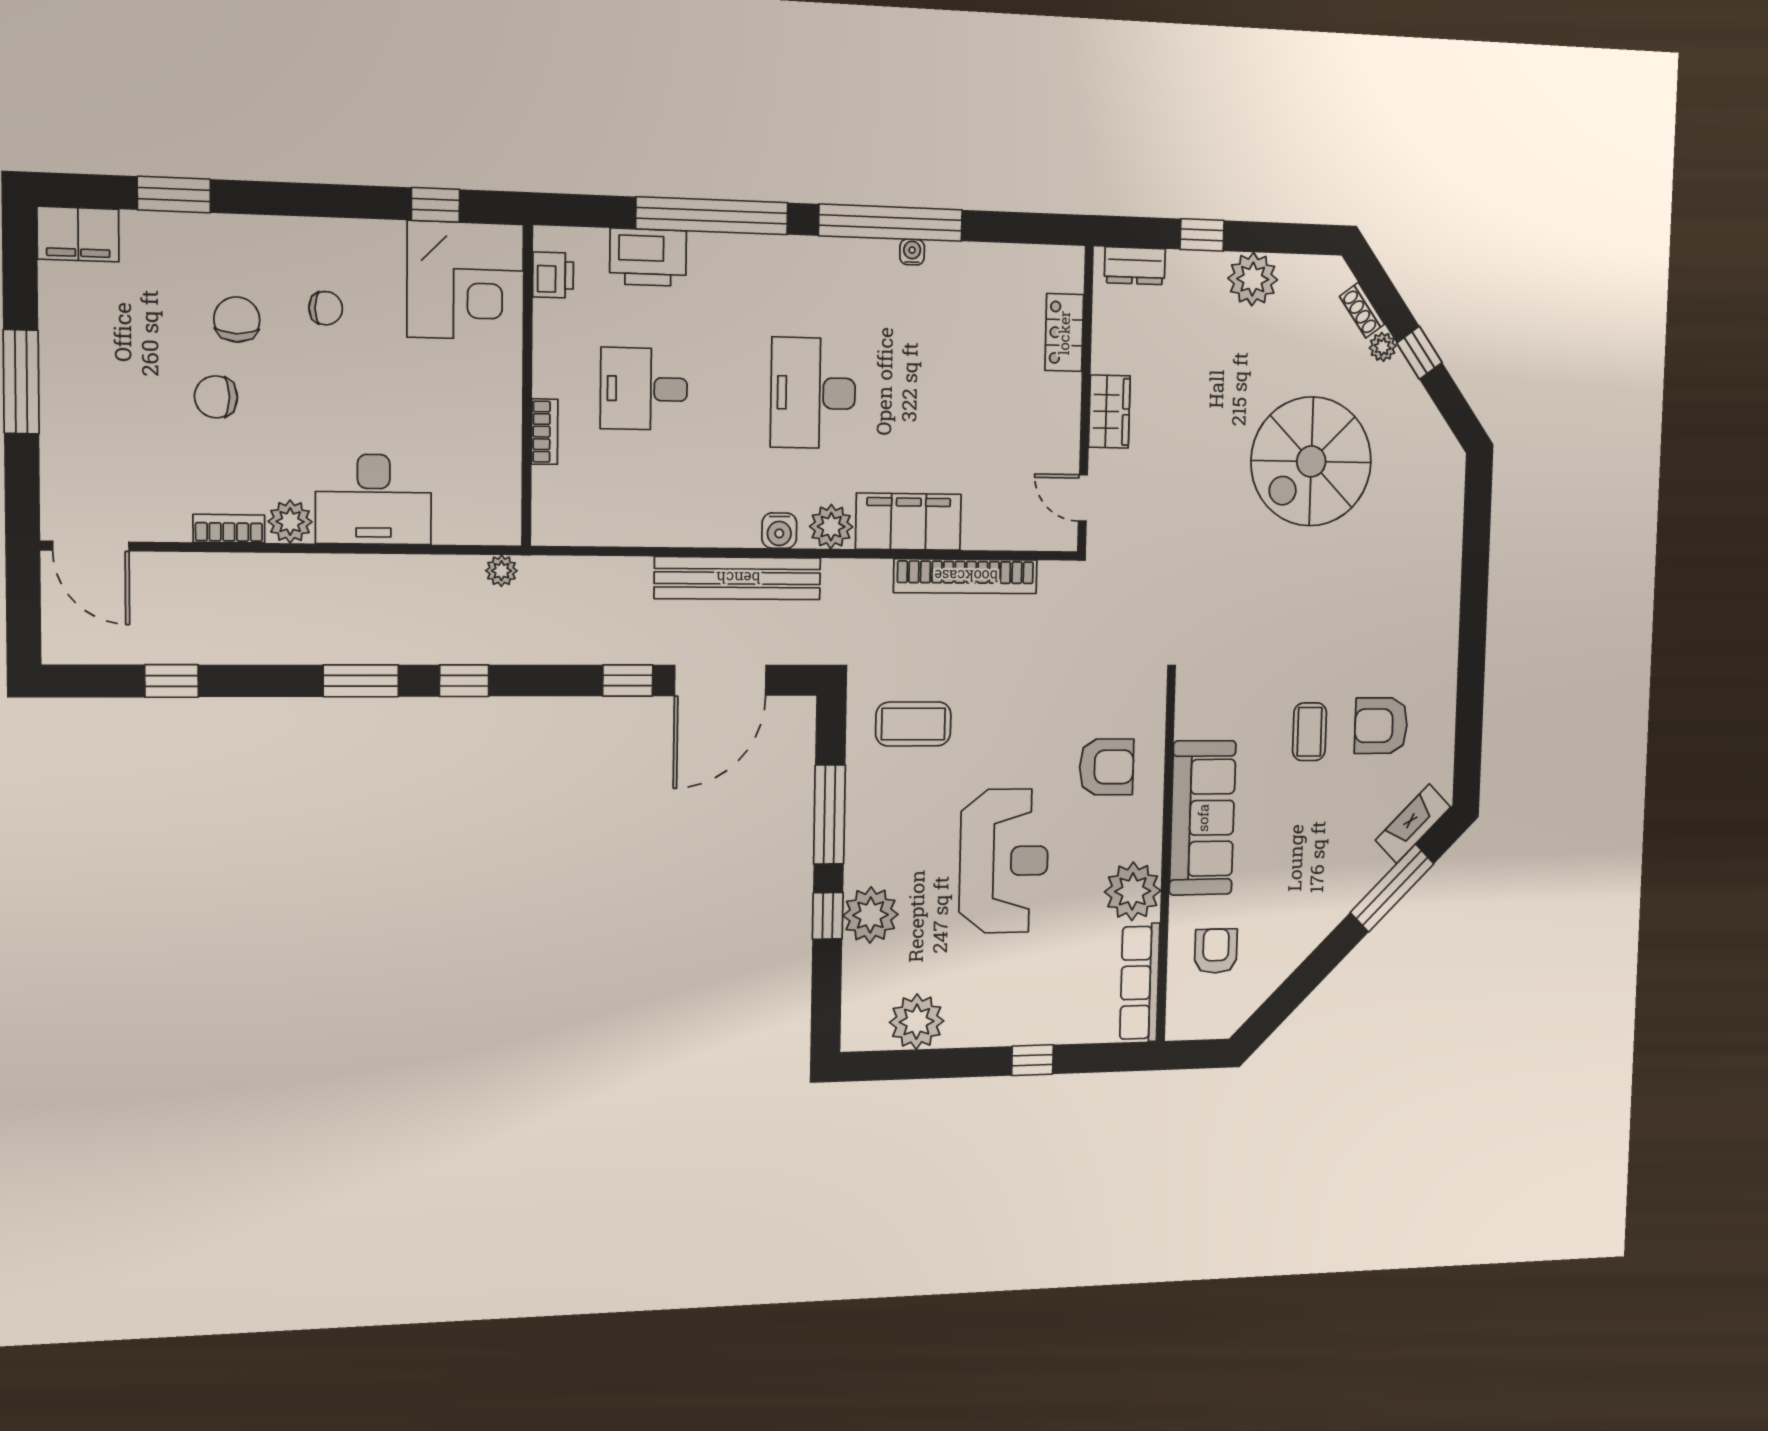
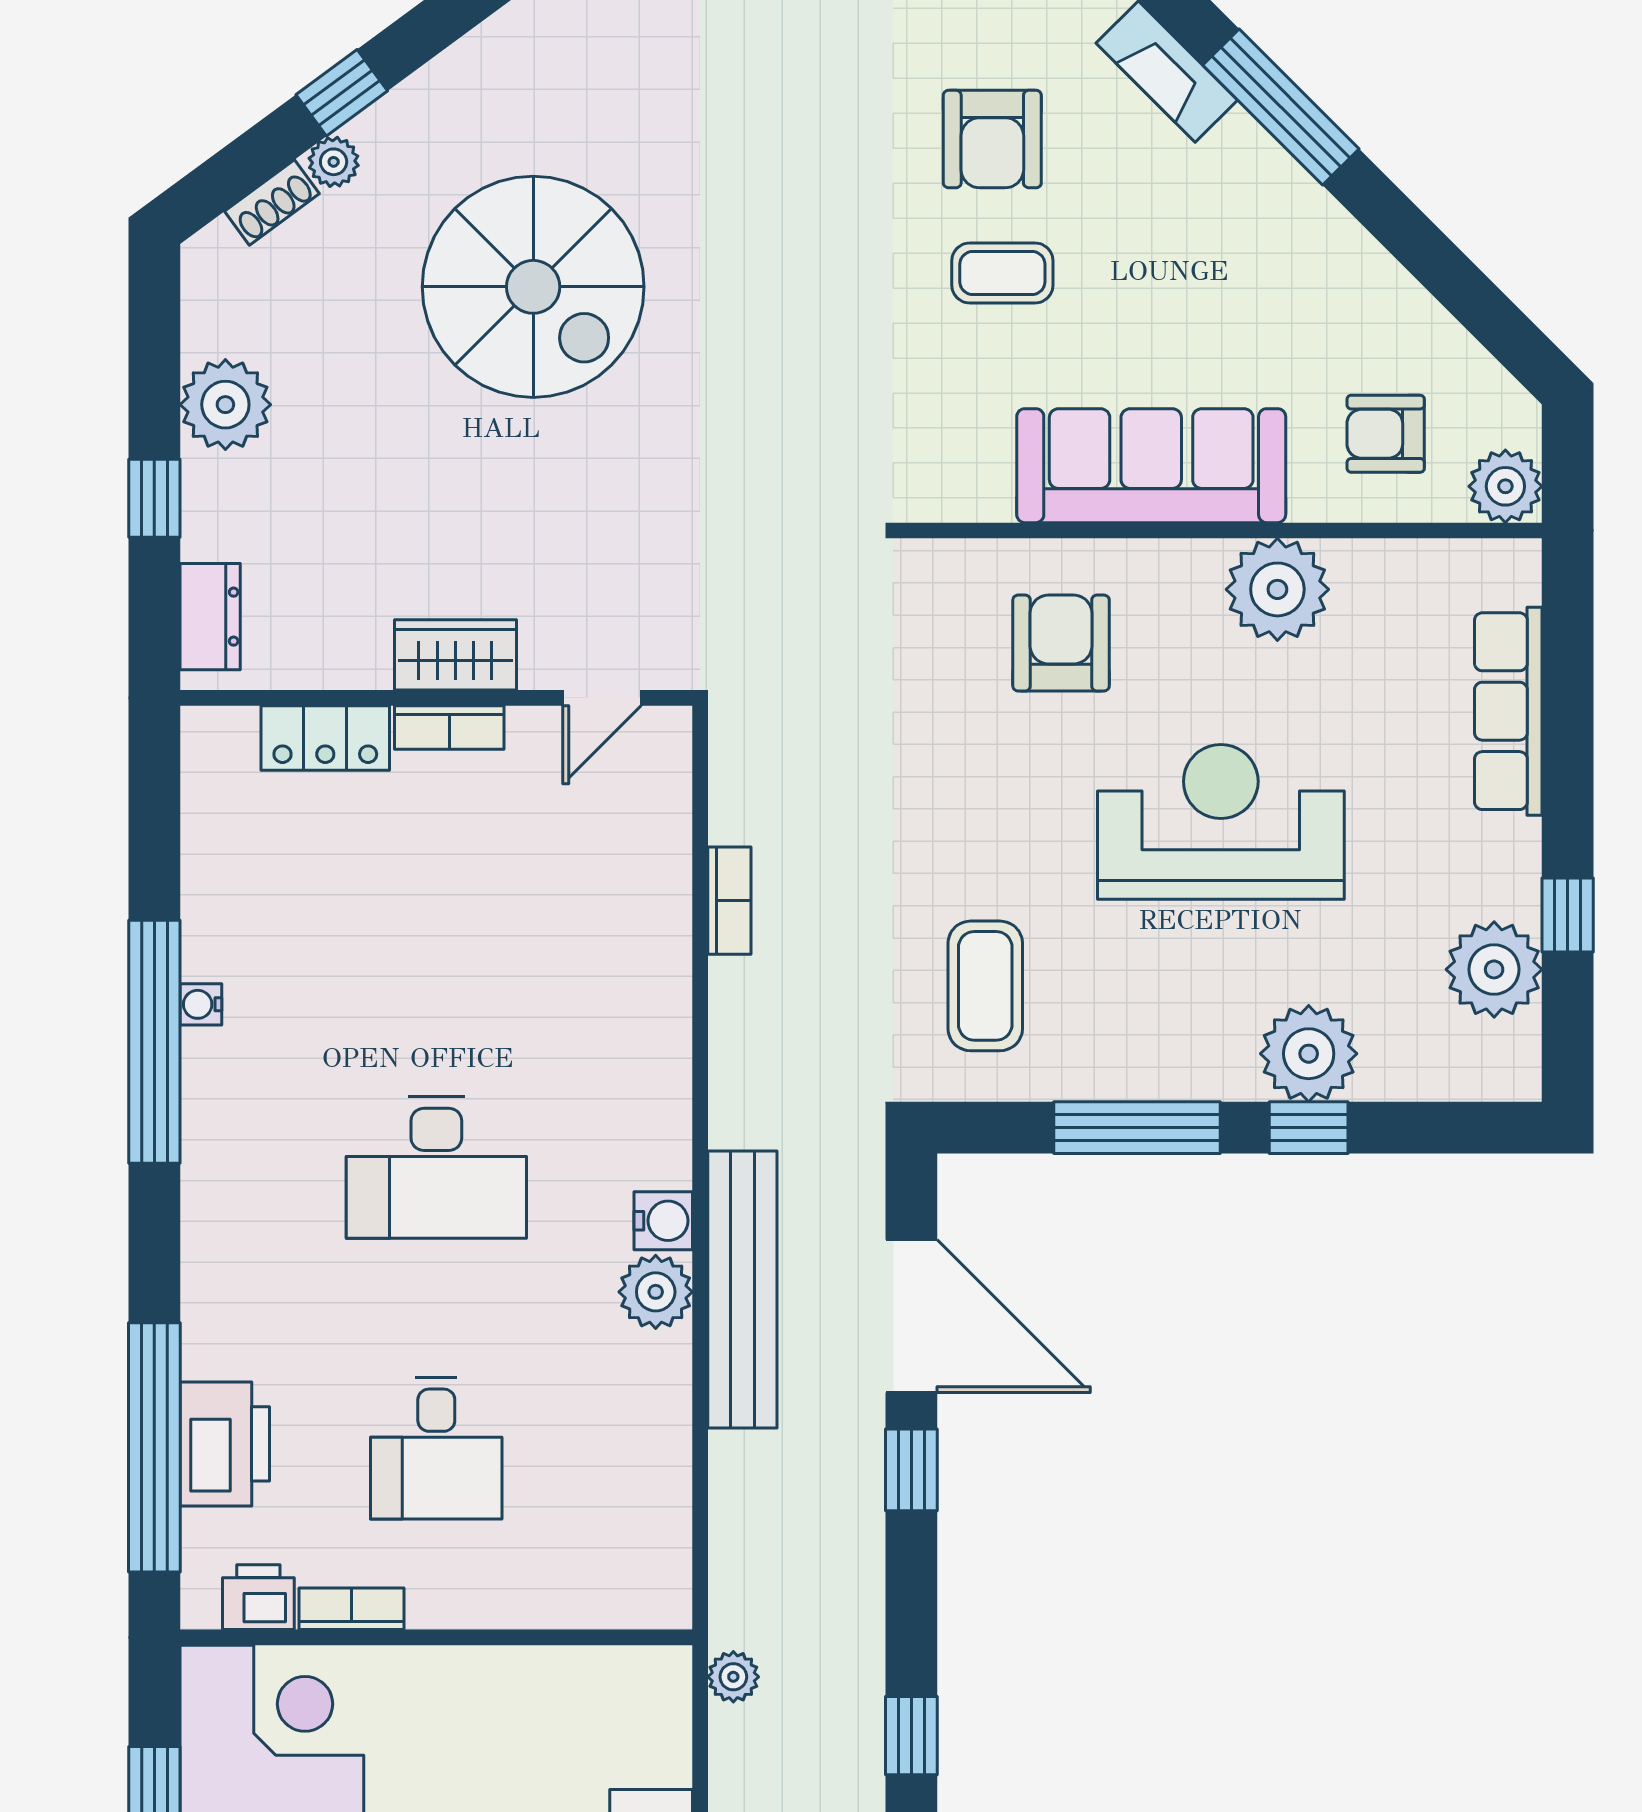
window: (712, 216) -> (154, 1447), moved
bookcase: (1068, 407) -> (449, 727), added
bookcase: (545, 432) -> (352, 1609), moved
filing cabinet: (908, 522) -> (646, 1001), removed
plant: (831, 527) -> (656, 1292), moved
bookcase: (966, 576) -> (729, 901), width x0.43, depth x0.76
row of seats: (1140, 983) -> (1508, 711), moved, turned 90
plant: (1185, 1020) -> (1505, 486), added
window: (1032, 1060) -> (1568, 915), moved

